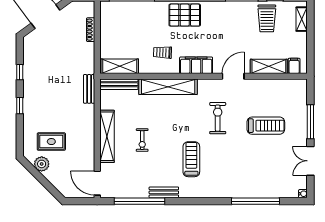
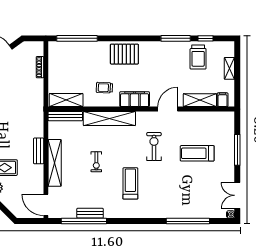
shelving: (302, 19) -> (229, 68), moved
bench: (89, 89) -> (39, 151), moved
treadmill: (266, 126) -> (197, 153), turned 180
exercise bike: (142, 140) -> (96, 162), moved
double door: (310, 161) -> (237, 195), moved
bench: (164, 192) -> (90, 213), moved

